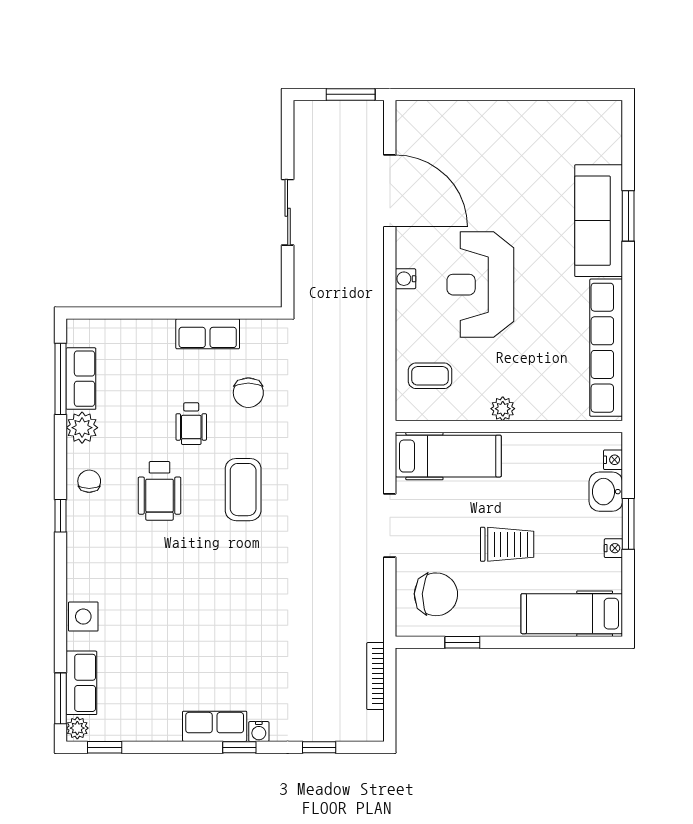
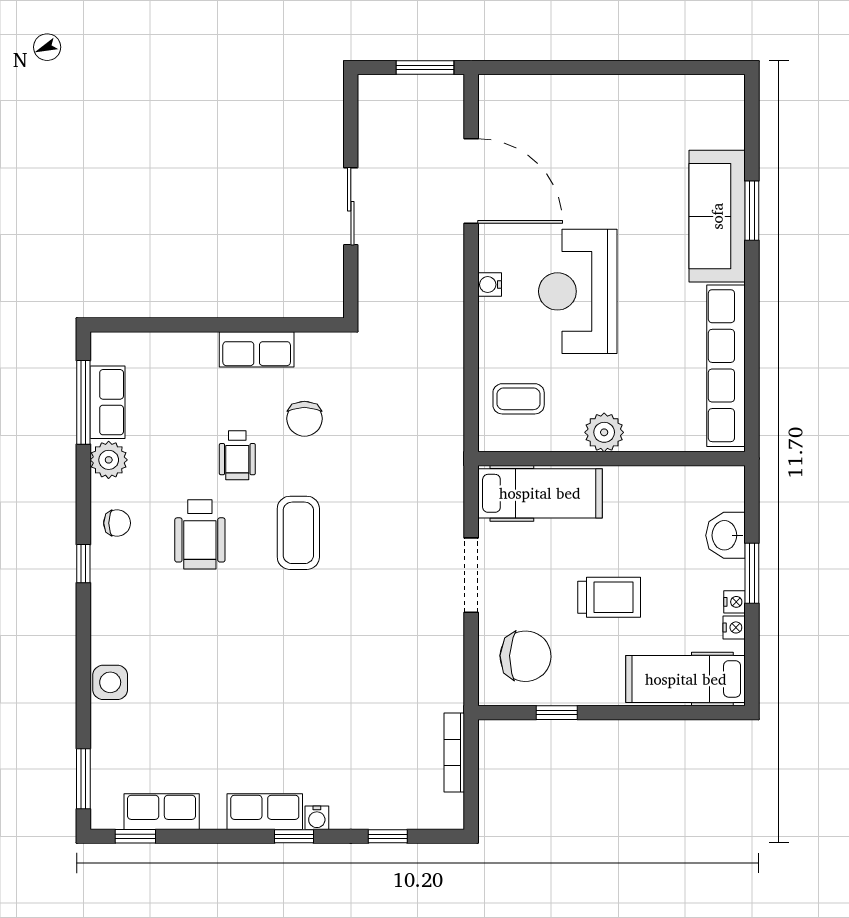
plant: (503, 409) -> (604, 432), width x1.38, depth x1.38
nightstand: (613, 460) -> (734, 627), moved
chair: (89, 481) -> (117, 523), turned 90
row of seats: (81, 683) -> (162, 812), moved, turned -90
plant: (77, 728) -> (103, 814), removed

